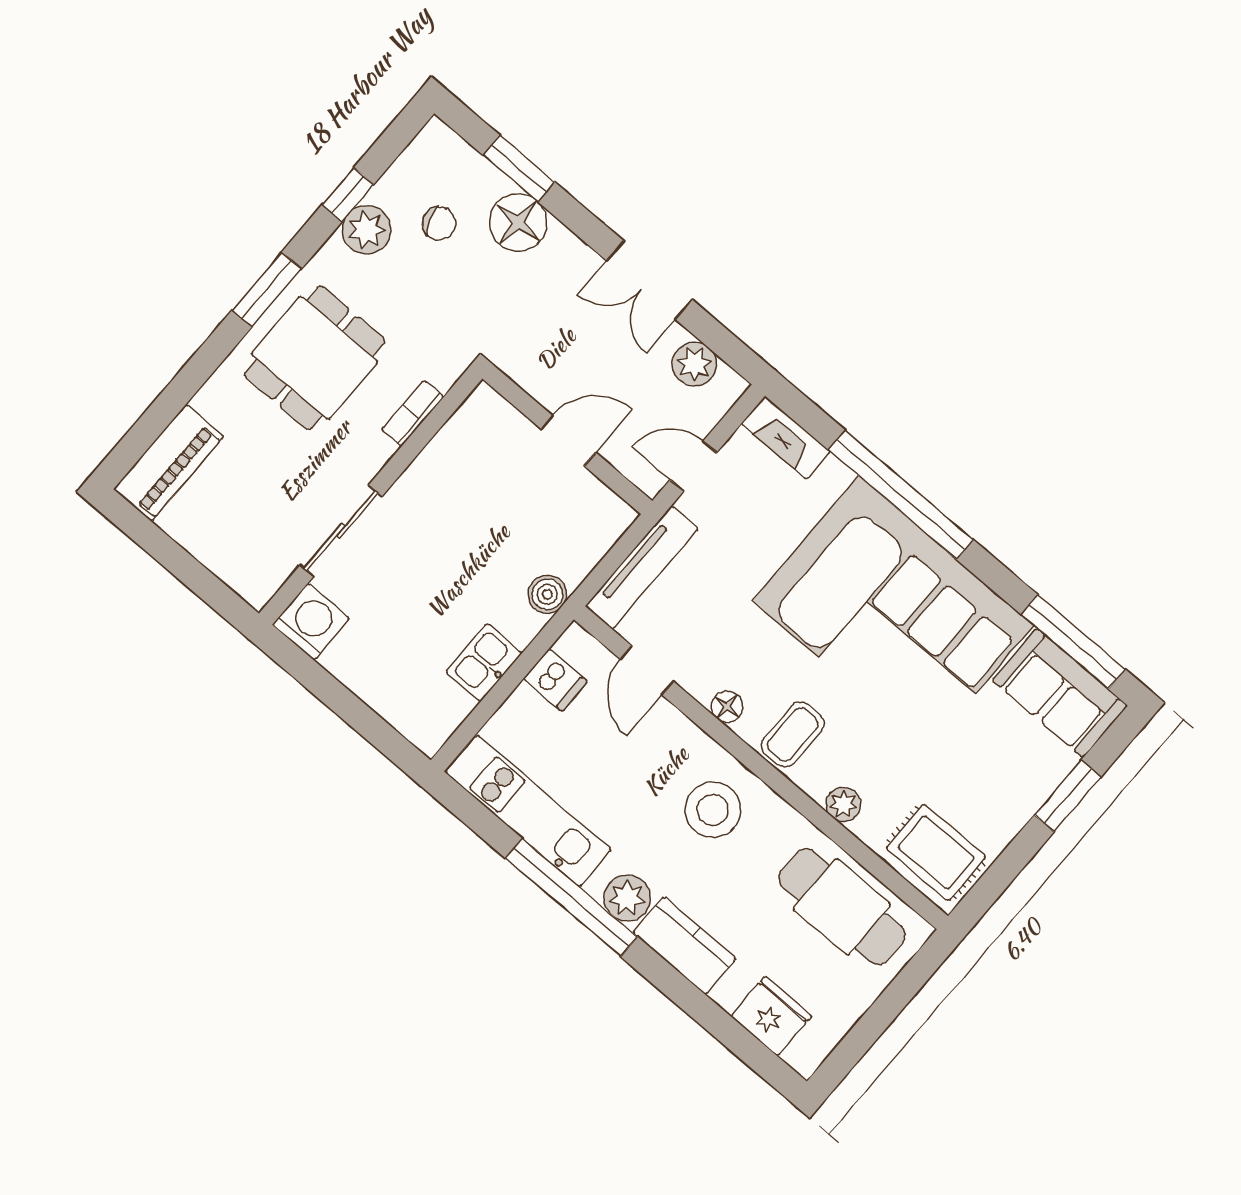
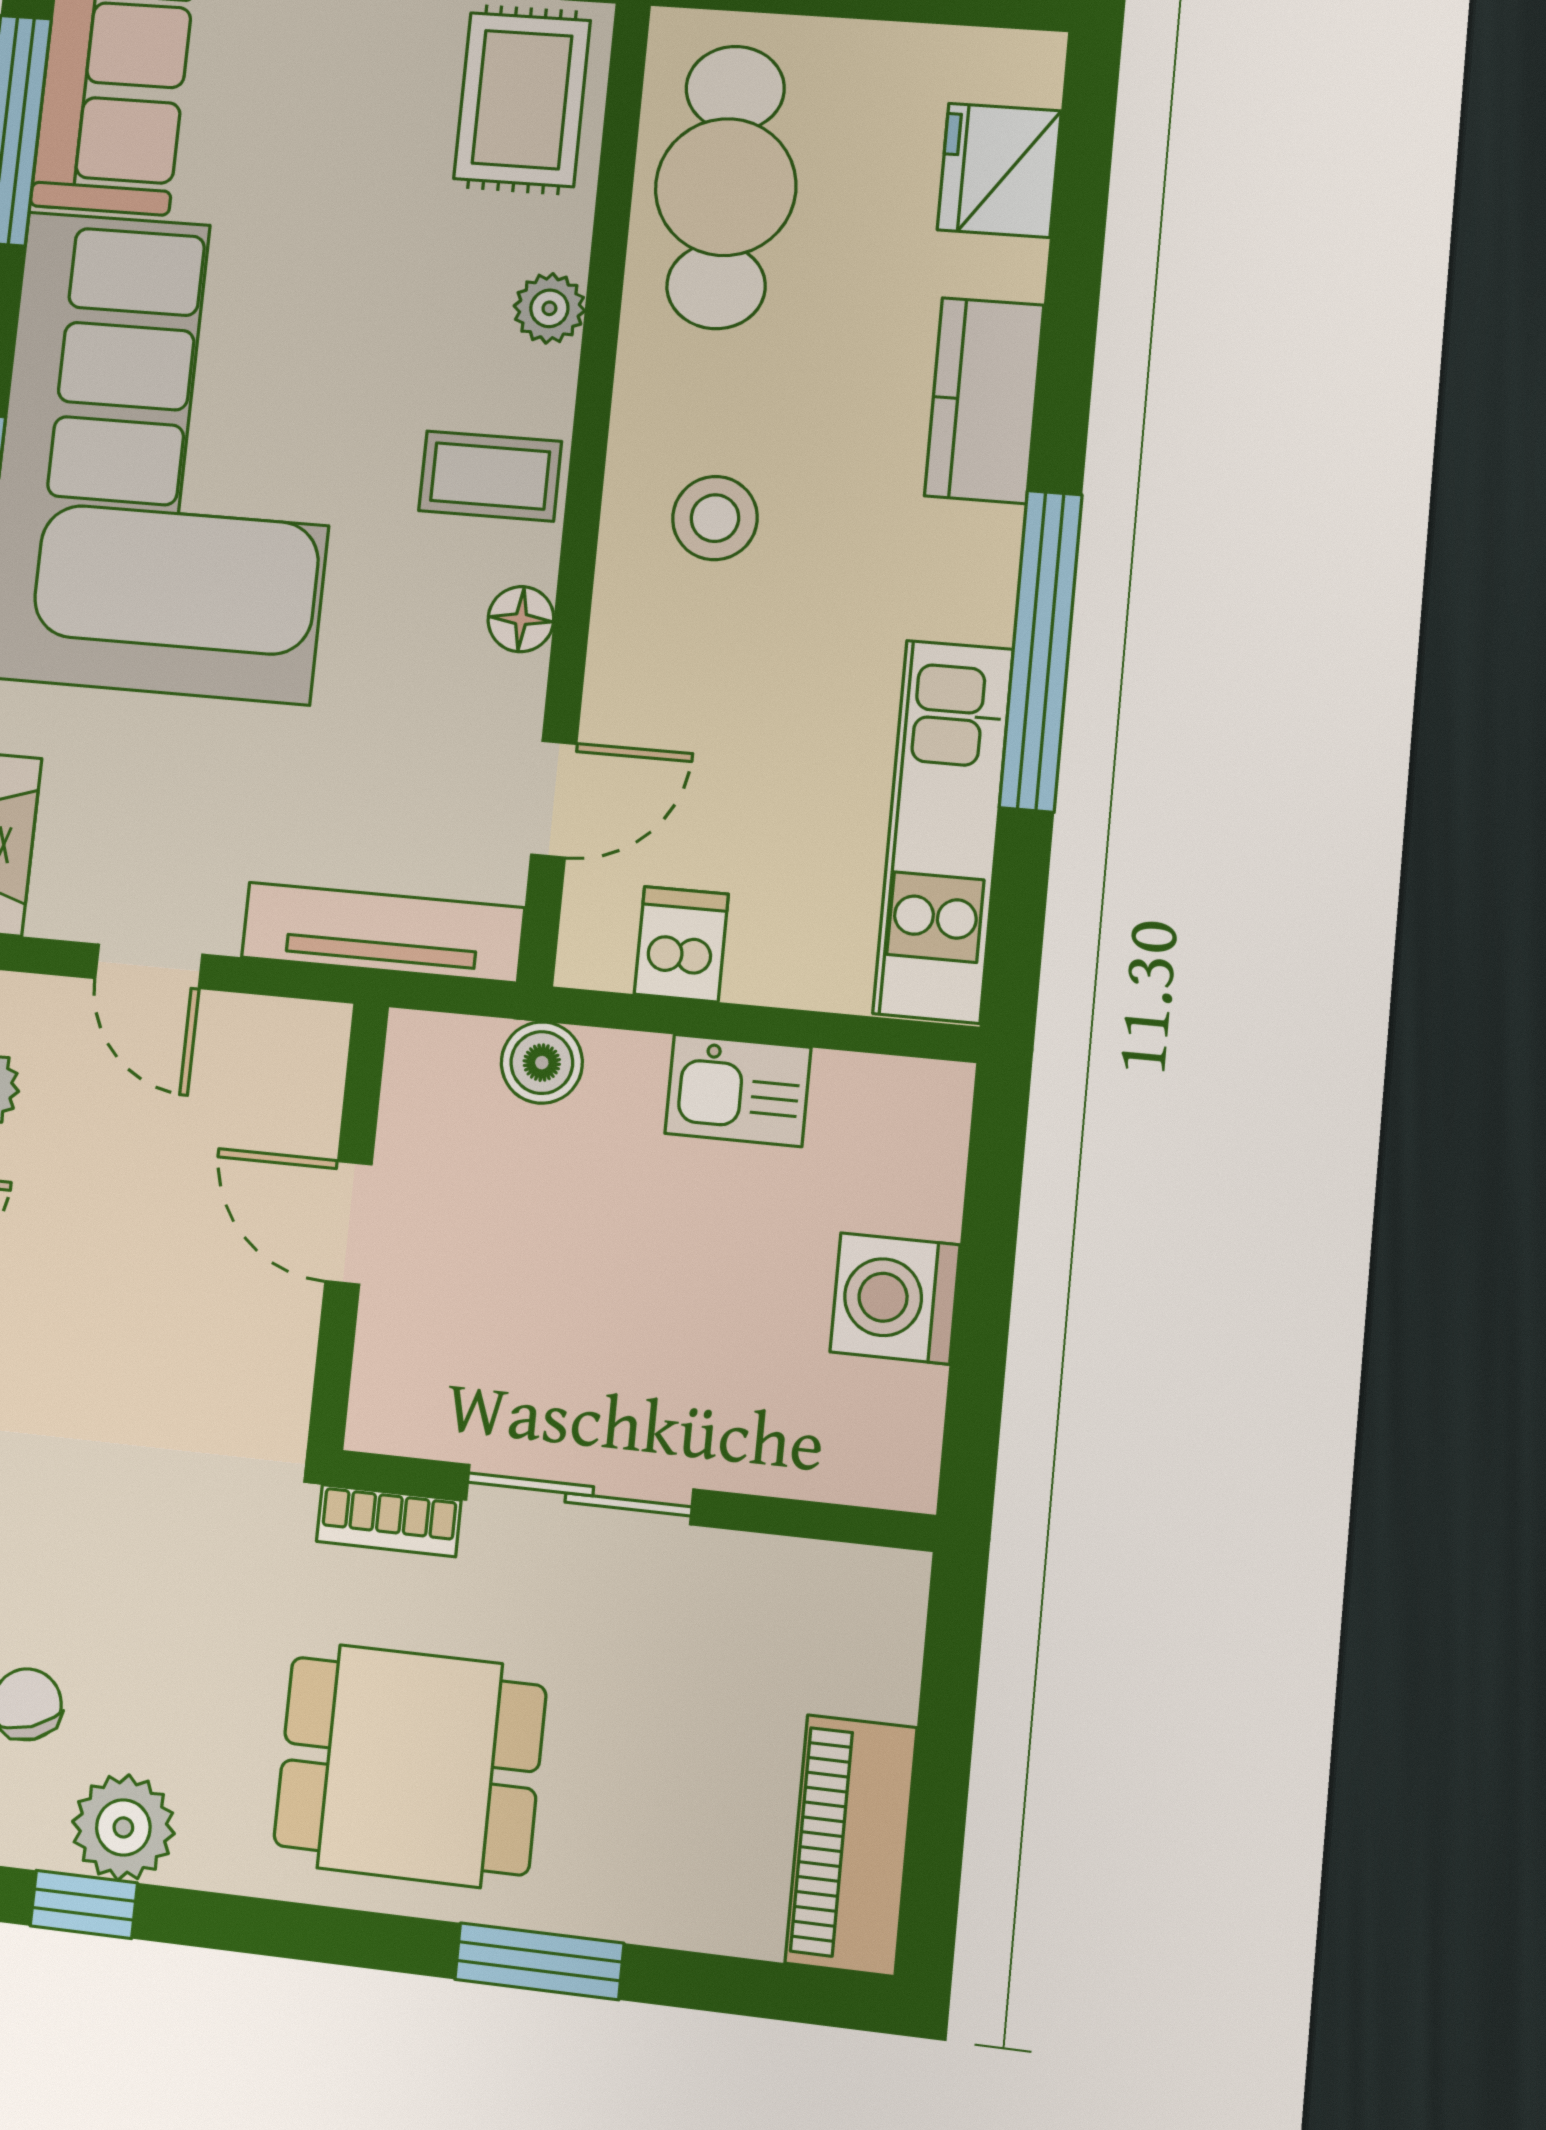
window: (267, 290) -> (539, 1961), moved
wall: (567, 440) -> (348, 1226), moved
door: (568, 441) -> (349, 1223), moved
piano: (169, 463) -> (851, 1845), moved, turned -90
sliding door: (341, 531) -> (579, 1494), moved
washing machine: (311, 622) -> (895, 1298), moved
stool: (713, 810) -> (715, 518), width x0.73, depth x0.73
plant: (627, 898) -> (972, 555), removed

